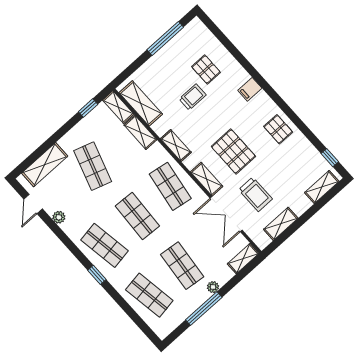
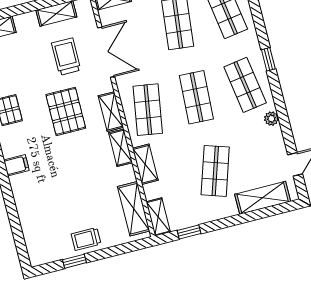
window: (165, 38) -> (75, 261), width x0.46
pallet: (206, 69) -> (50, 208), removed
trolley: (193, 97) -> (86, 239), moved
shelving: (140, 132) -> (145, 164), moved
shelving: (207, 179) -> (111, 112), moved
plant: (59, 217) -> (271, 119), moved

